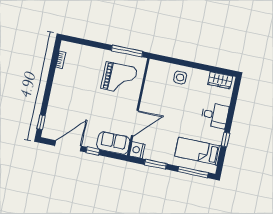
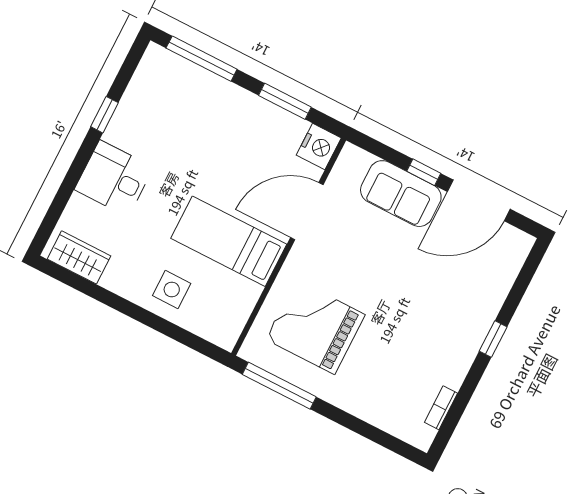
window: (41, 122) -> (493, 339), moved
sofa: (113, 143) -> (401, 194), moved
bed: (198, 151) -> (229, 241), moved, turned 180

